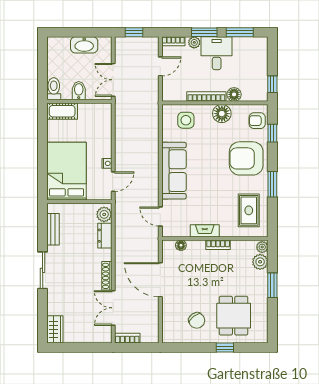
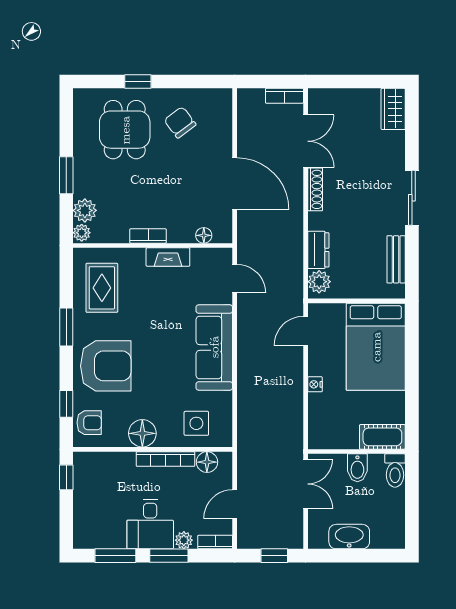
floor lamp: (234, 94) -> (207, 462), moved
nightstand: (107, 163) -> (315, 384), moved

